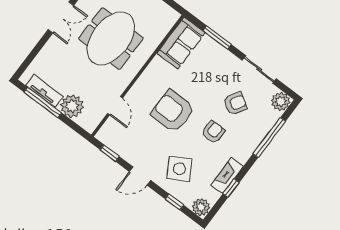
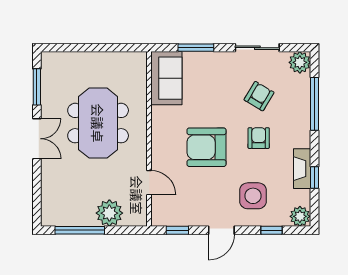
tv unit: (44, 91) -> (73, 218), removed
side table: (179, 169) -> (253, 196), turned 31

